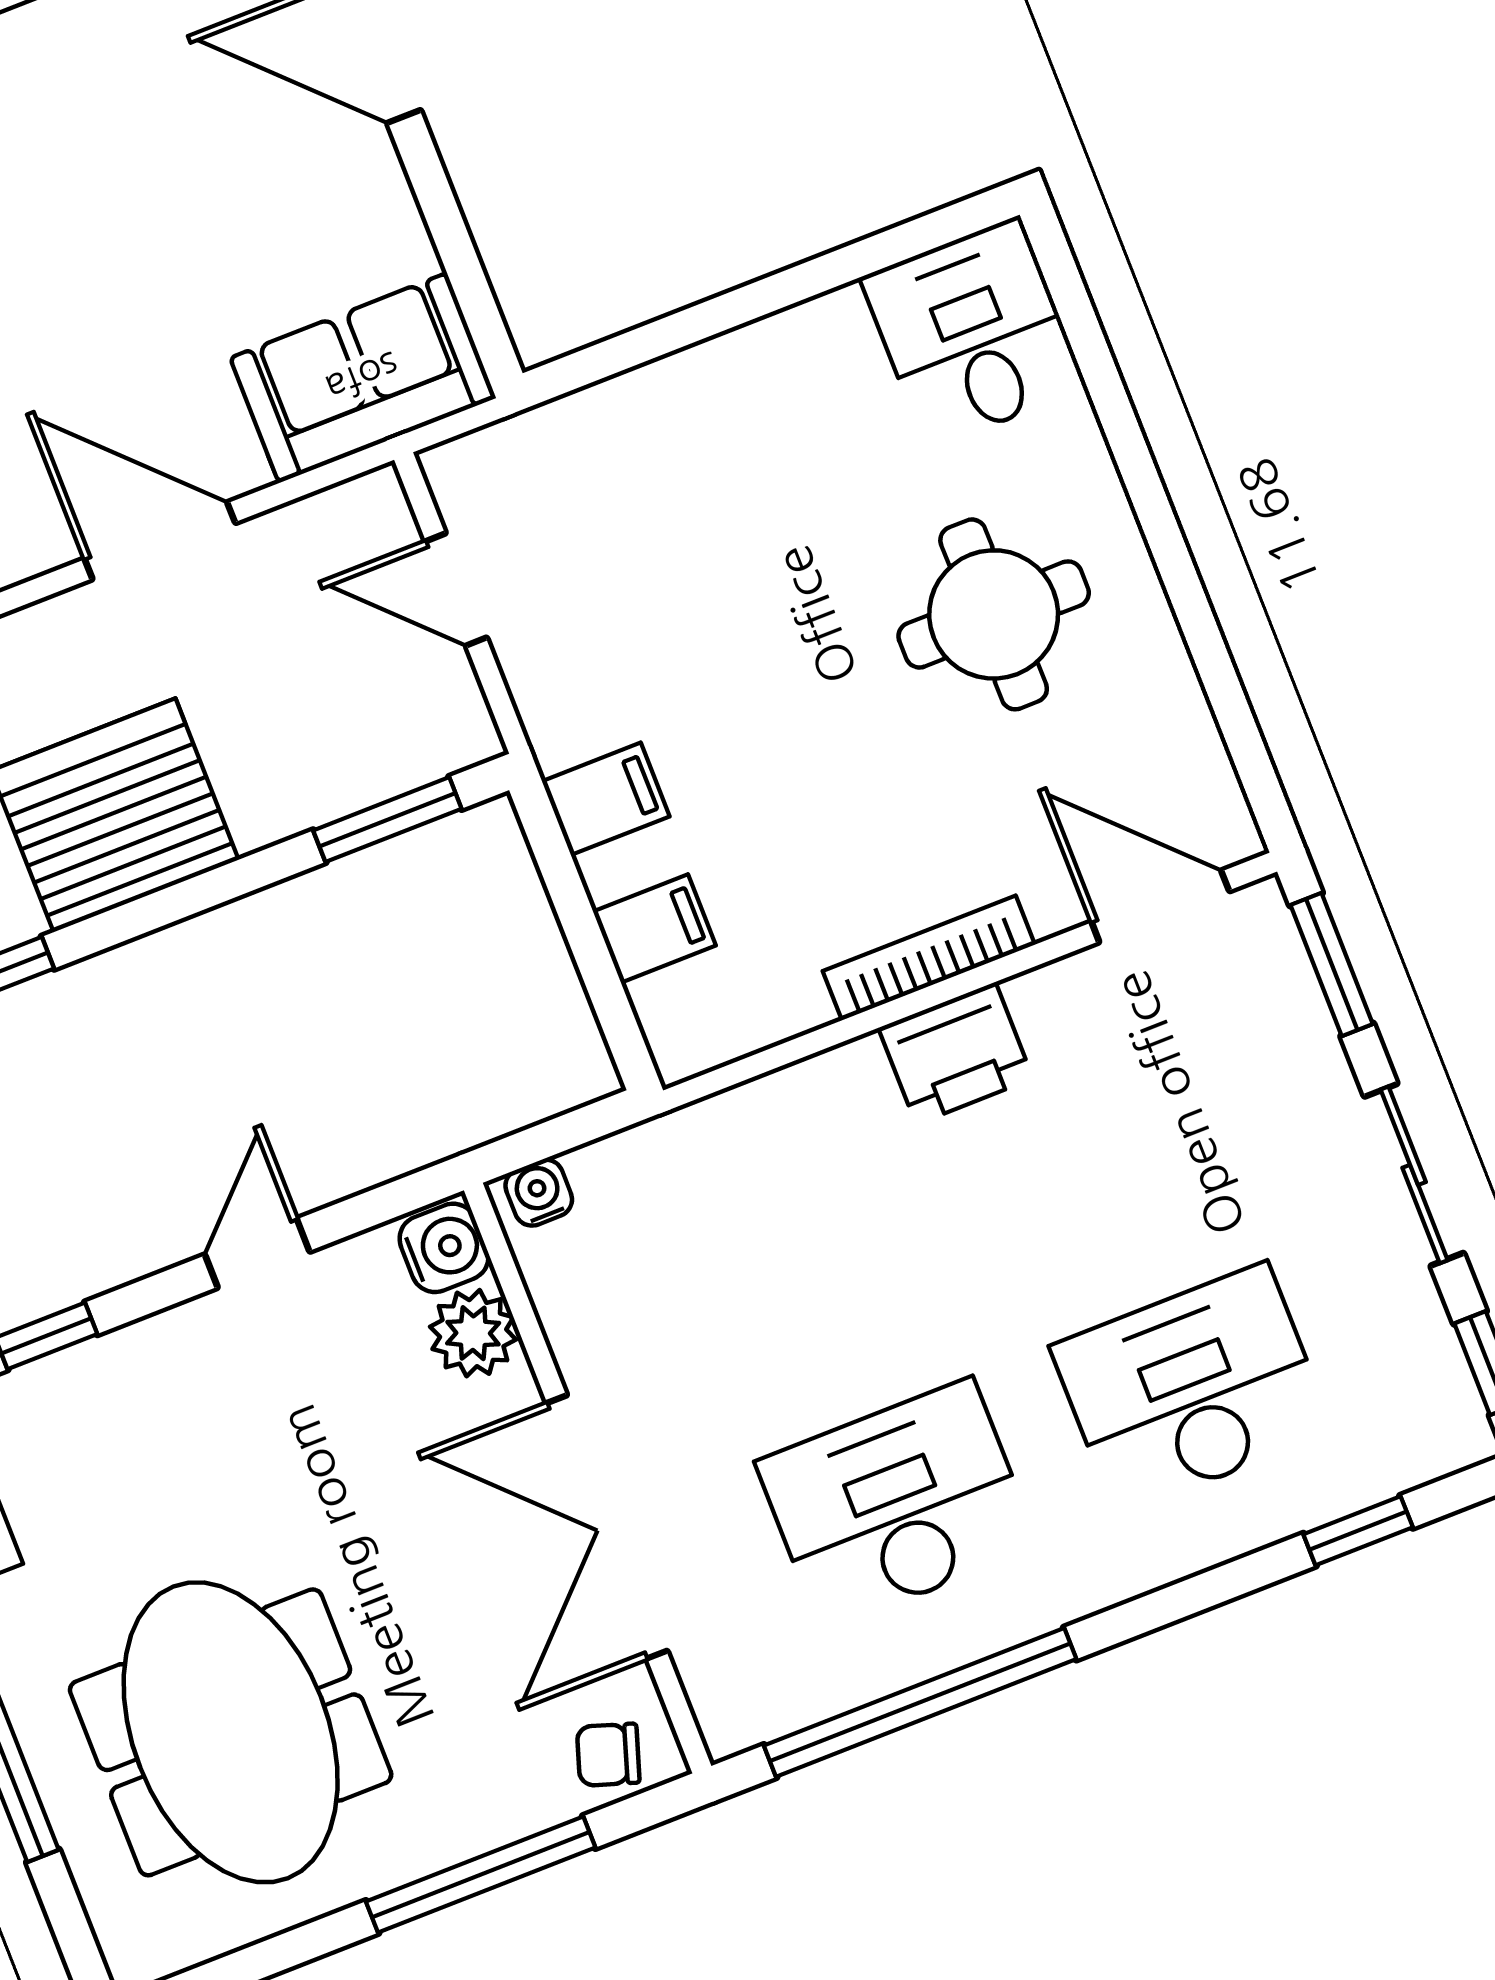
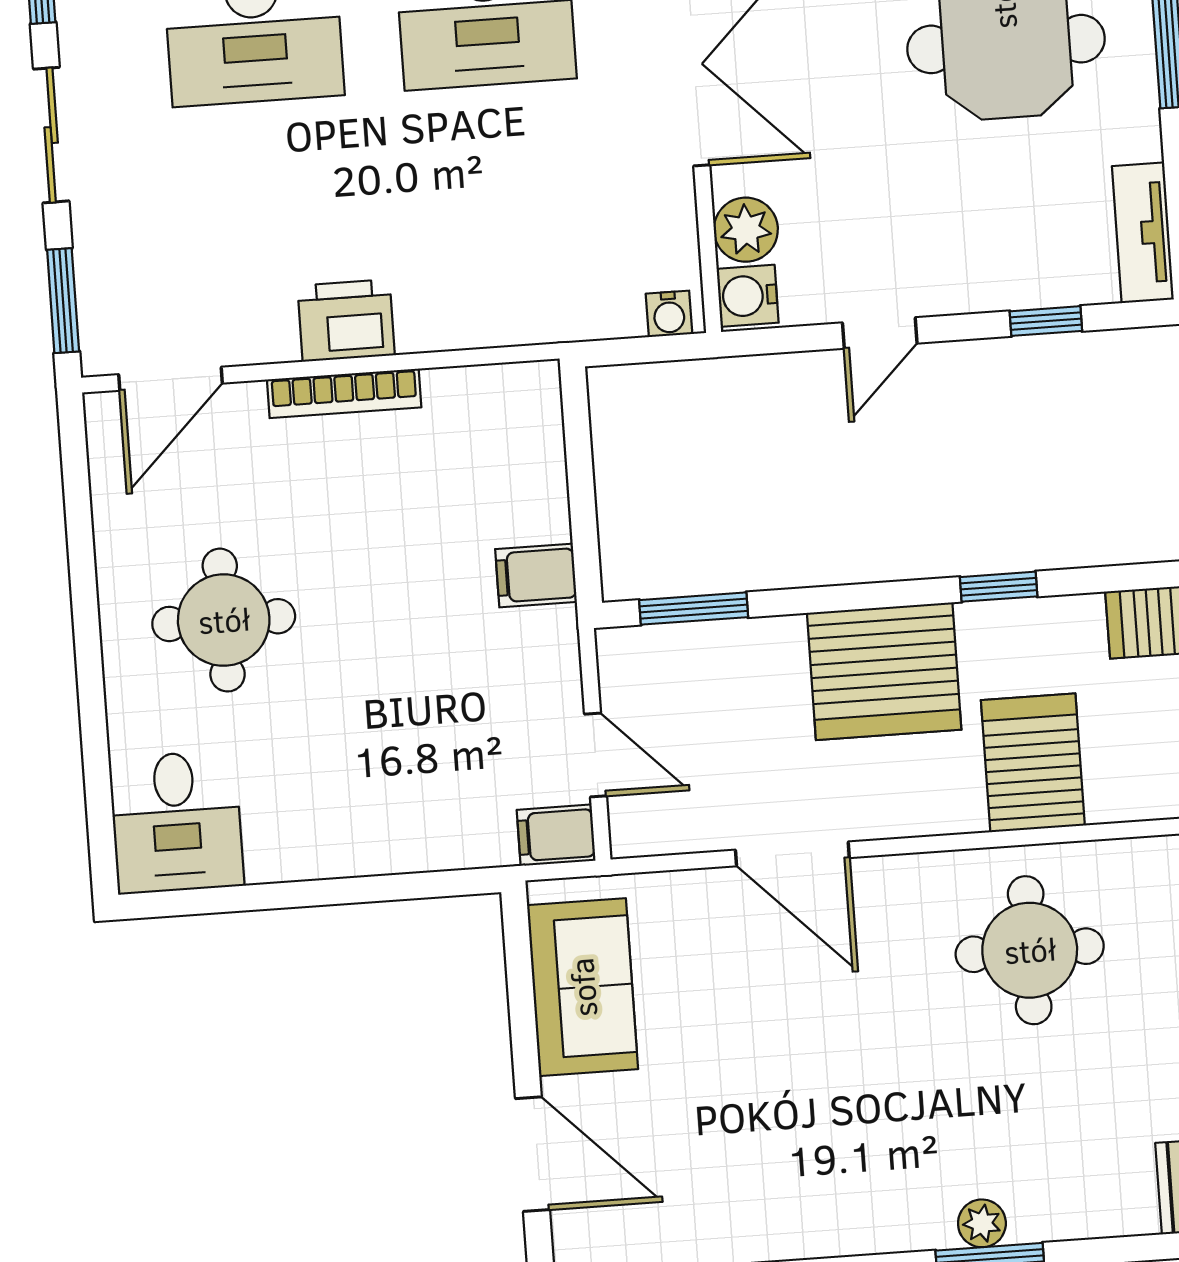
sofa: (363, 378) -> (583, 987), moved, turned -90
door: (1160, 906) -> (171, 379), hinge flipped
filing cabinet: (654, 928) -> (556, 835), moved

